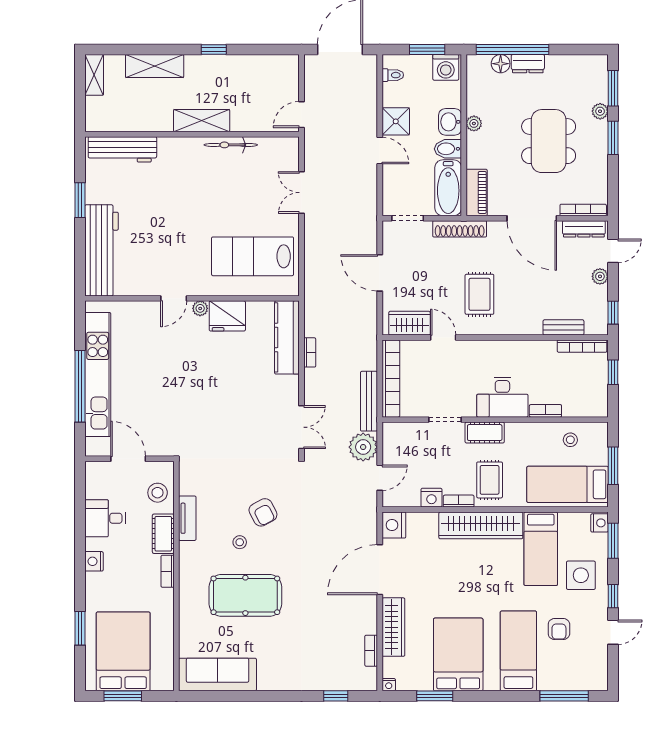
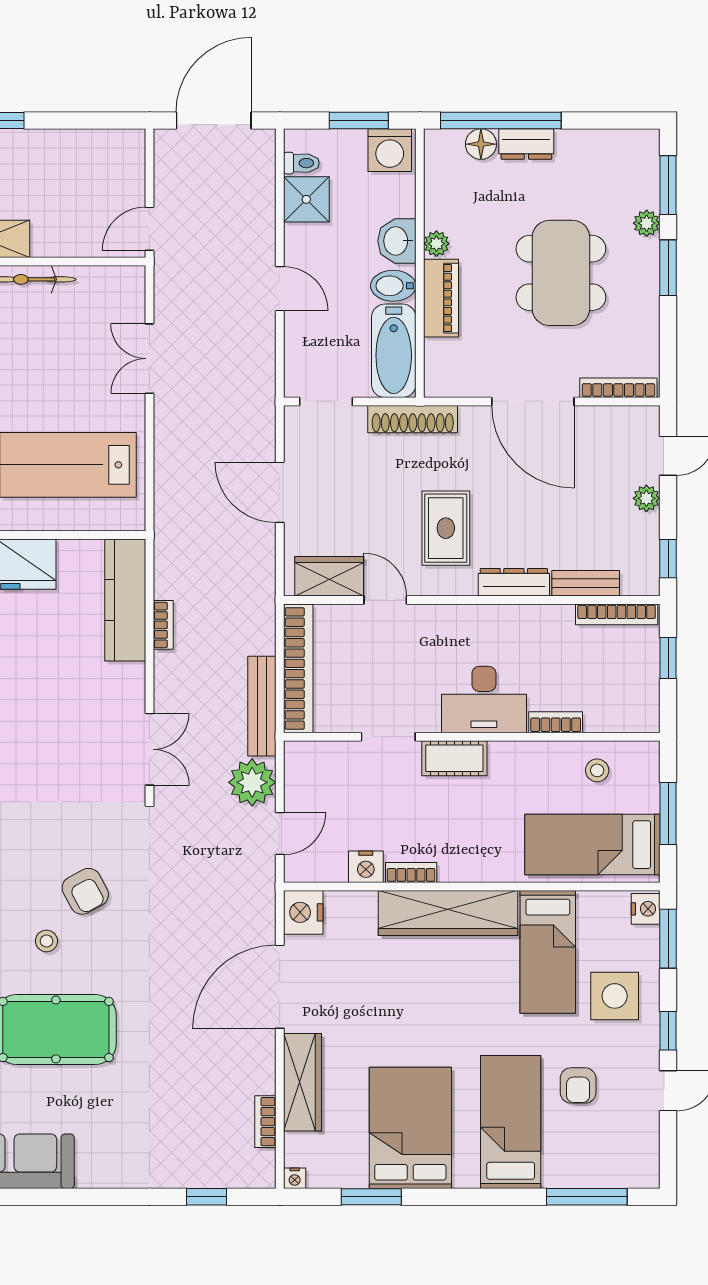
shower: (396, 121) -> (306, 199), moved
piano: (477, 192) -> (441, 298), moved
dresser: (584, 229) -> (514, 582), moved, turned 180
rug: (490, 480) -> (463, 837), removed

